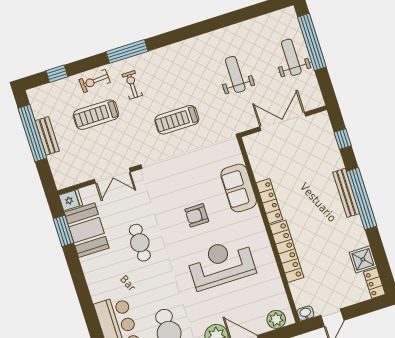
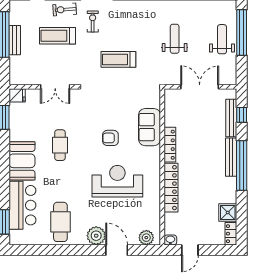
bench: (332, 147) -> (231, 118), added
booth: (87, 230) -> (22, 161), moved

